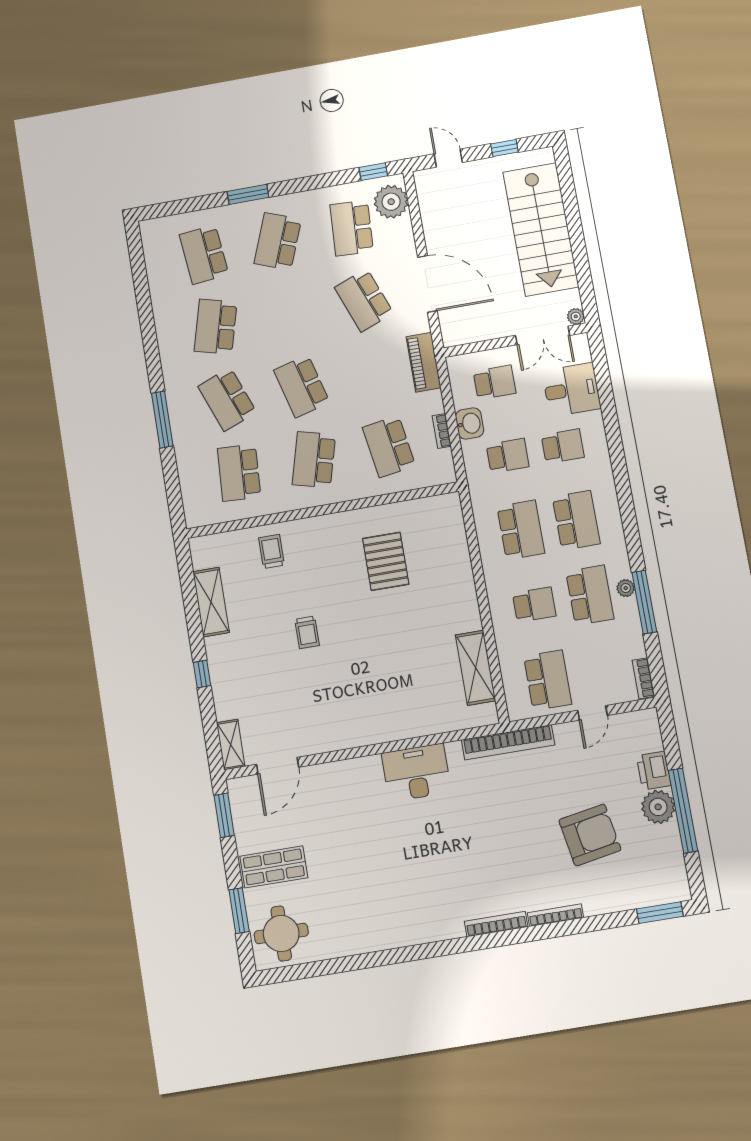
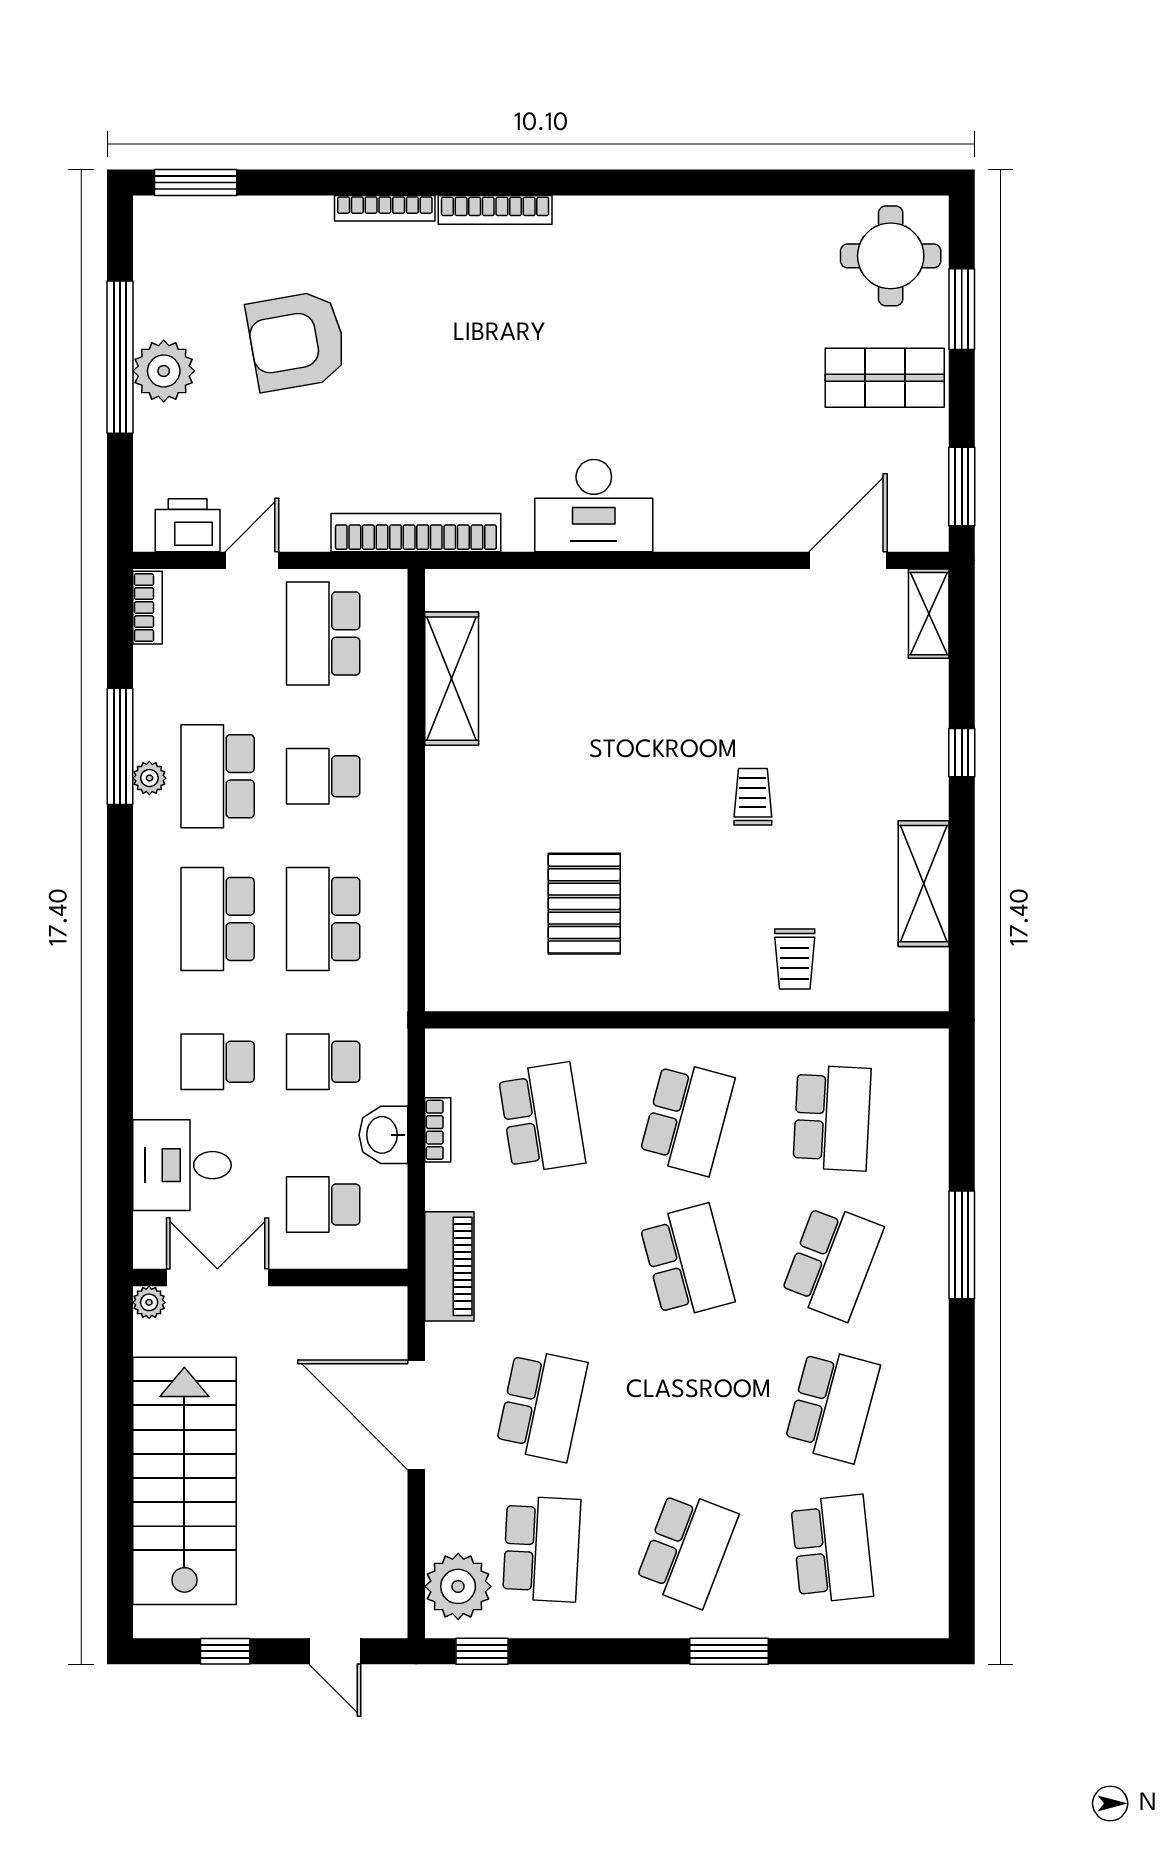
school desk: (364, 300) -> (542, 1405), turned 33
school desk: (227, 399) -> (832, 1262), turned 42
printer: (654, 771) -> (188, 525), moved, turned -90

